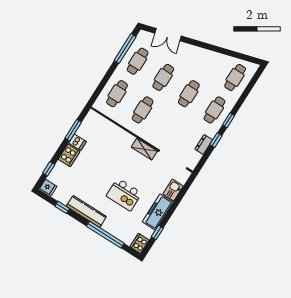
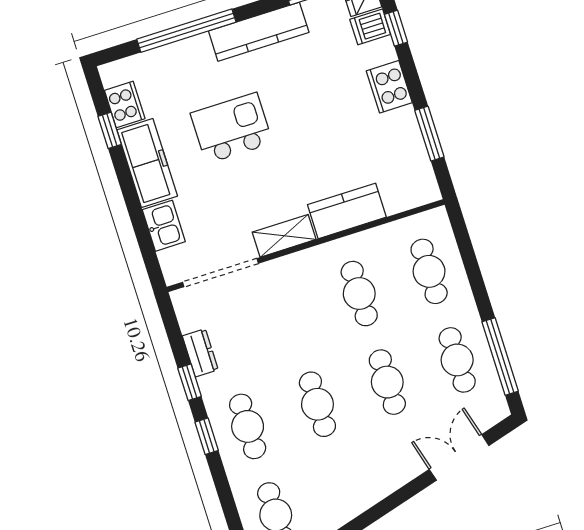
kitchen counter: (120, 136) -> (347, 211), added
dishwasher: (77, 142) -> (370, 27), moved
cooker: (139, 243) -> (125, 105), moved

